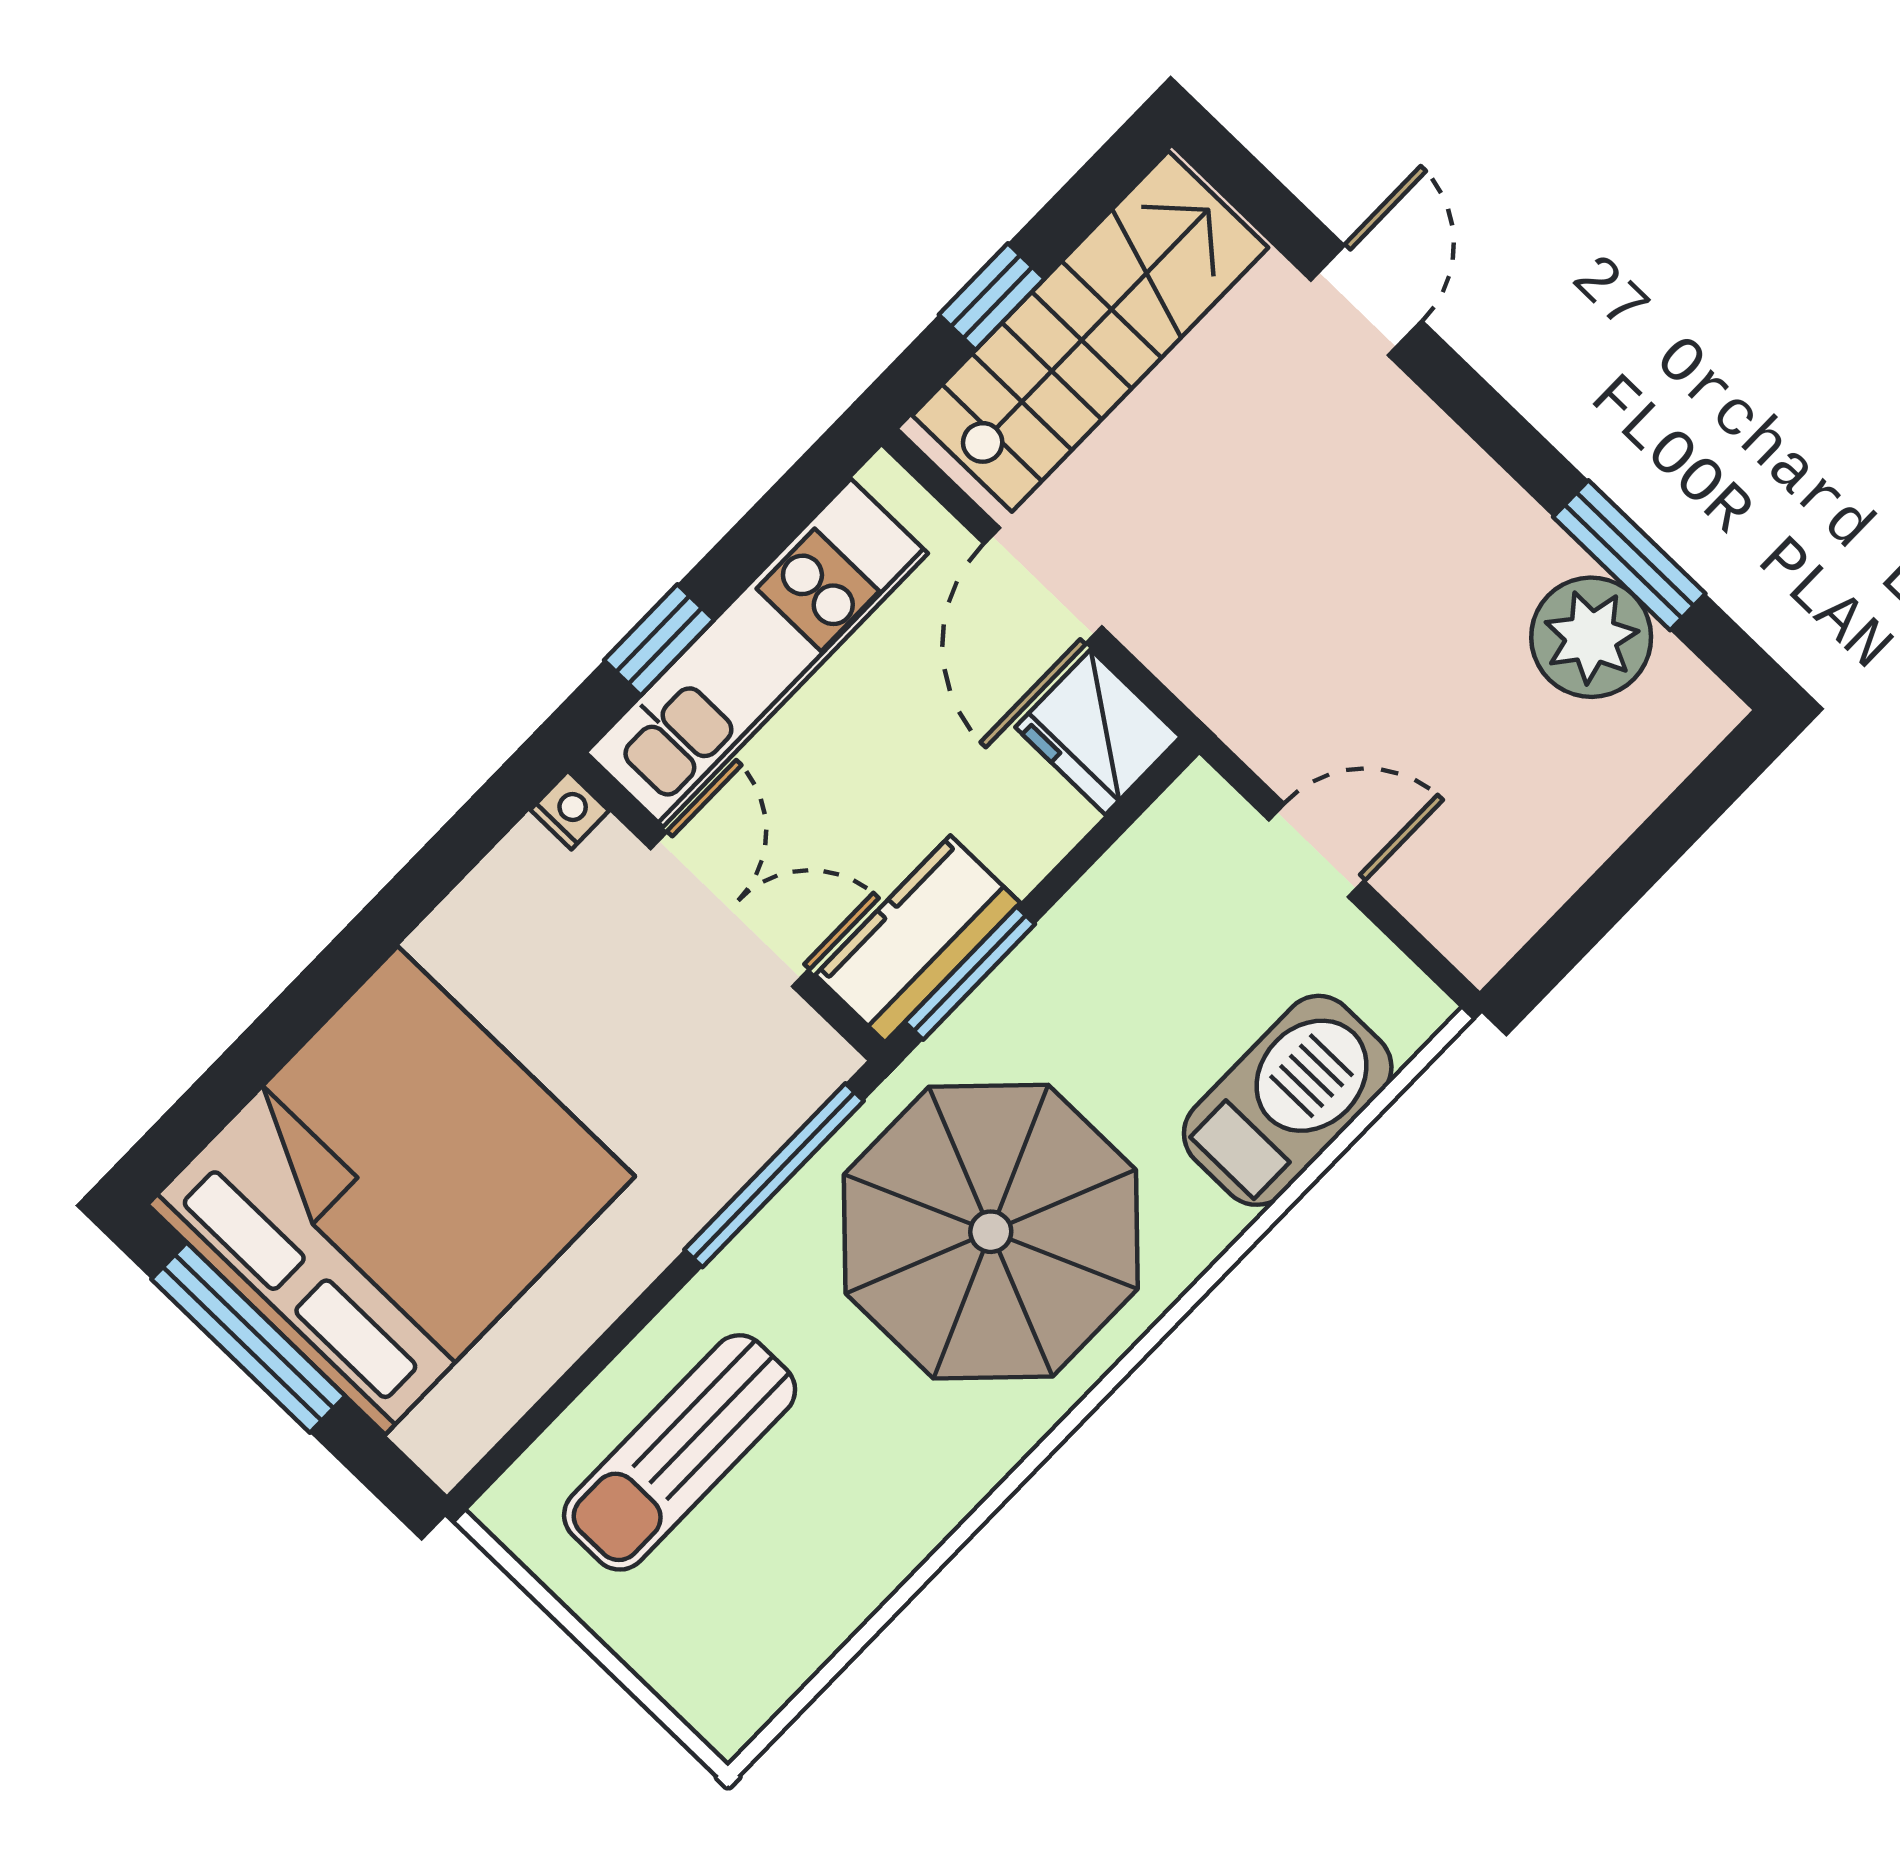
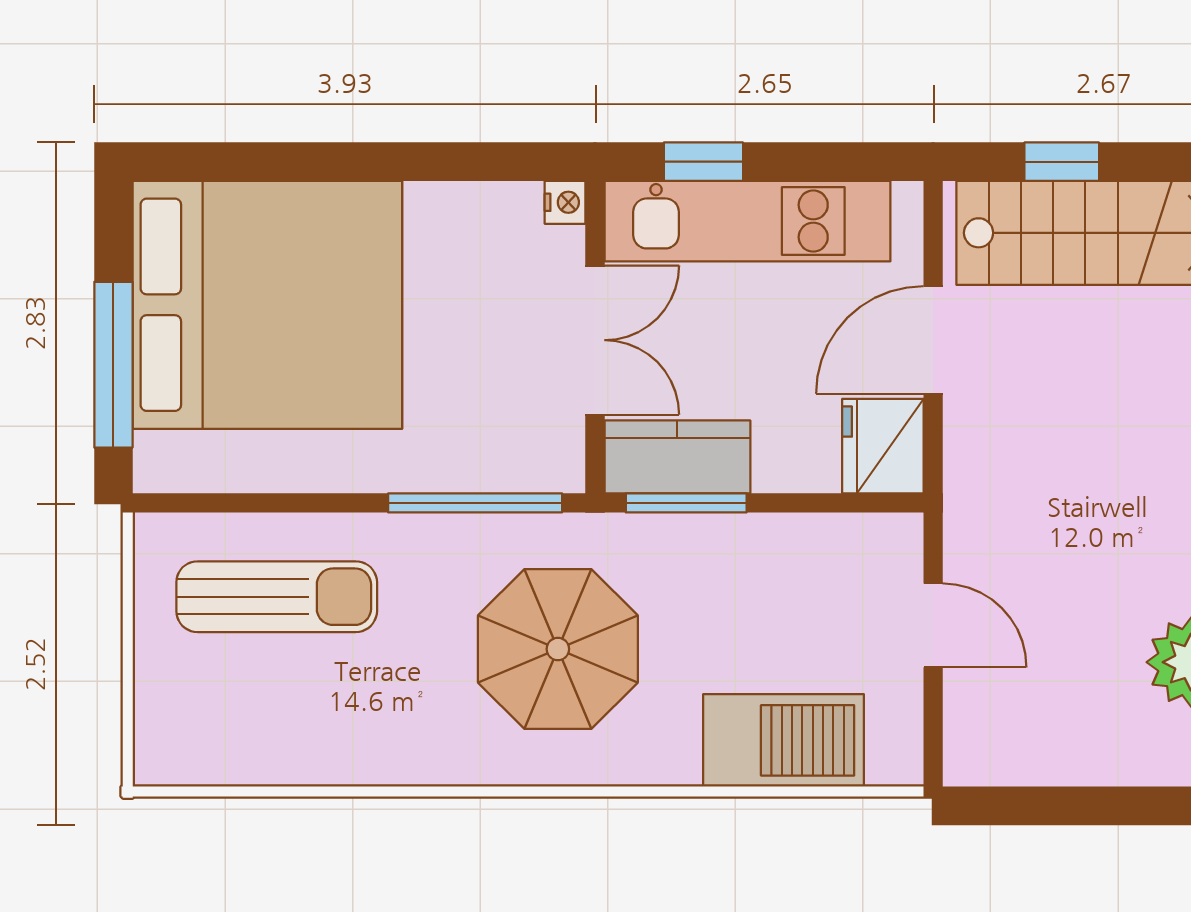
parasol: (991, 1232) -> (558, 649), width x0.73, depth x0.73
window: (248, 1338) -> (113, 365), moved
sun lounger: (680, 1452) -> (277, 597), turned 180

